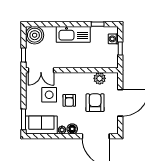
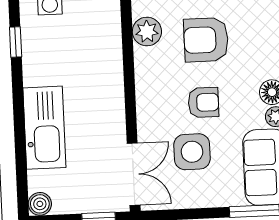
kitchen sink: (73, 34) -> (44, 128), moved
boiler: (35, 35) -> (40, 204), width x0.54, depth x0.54

